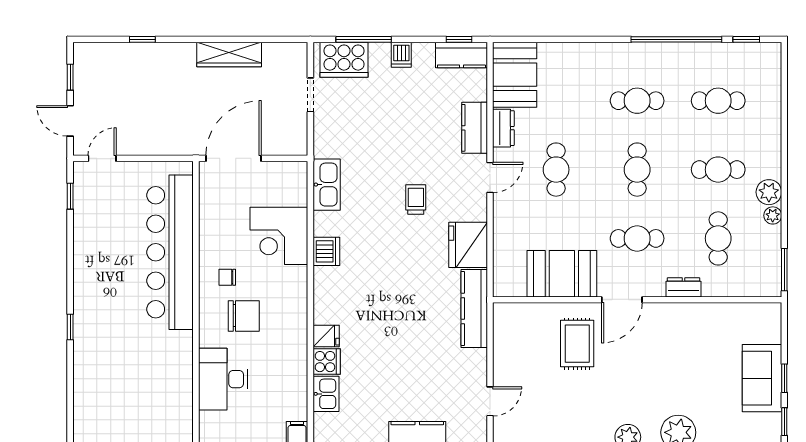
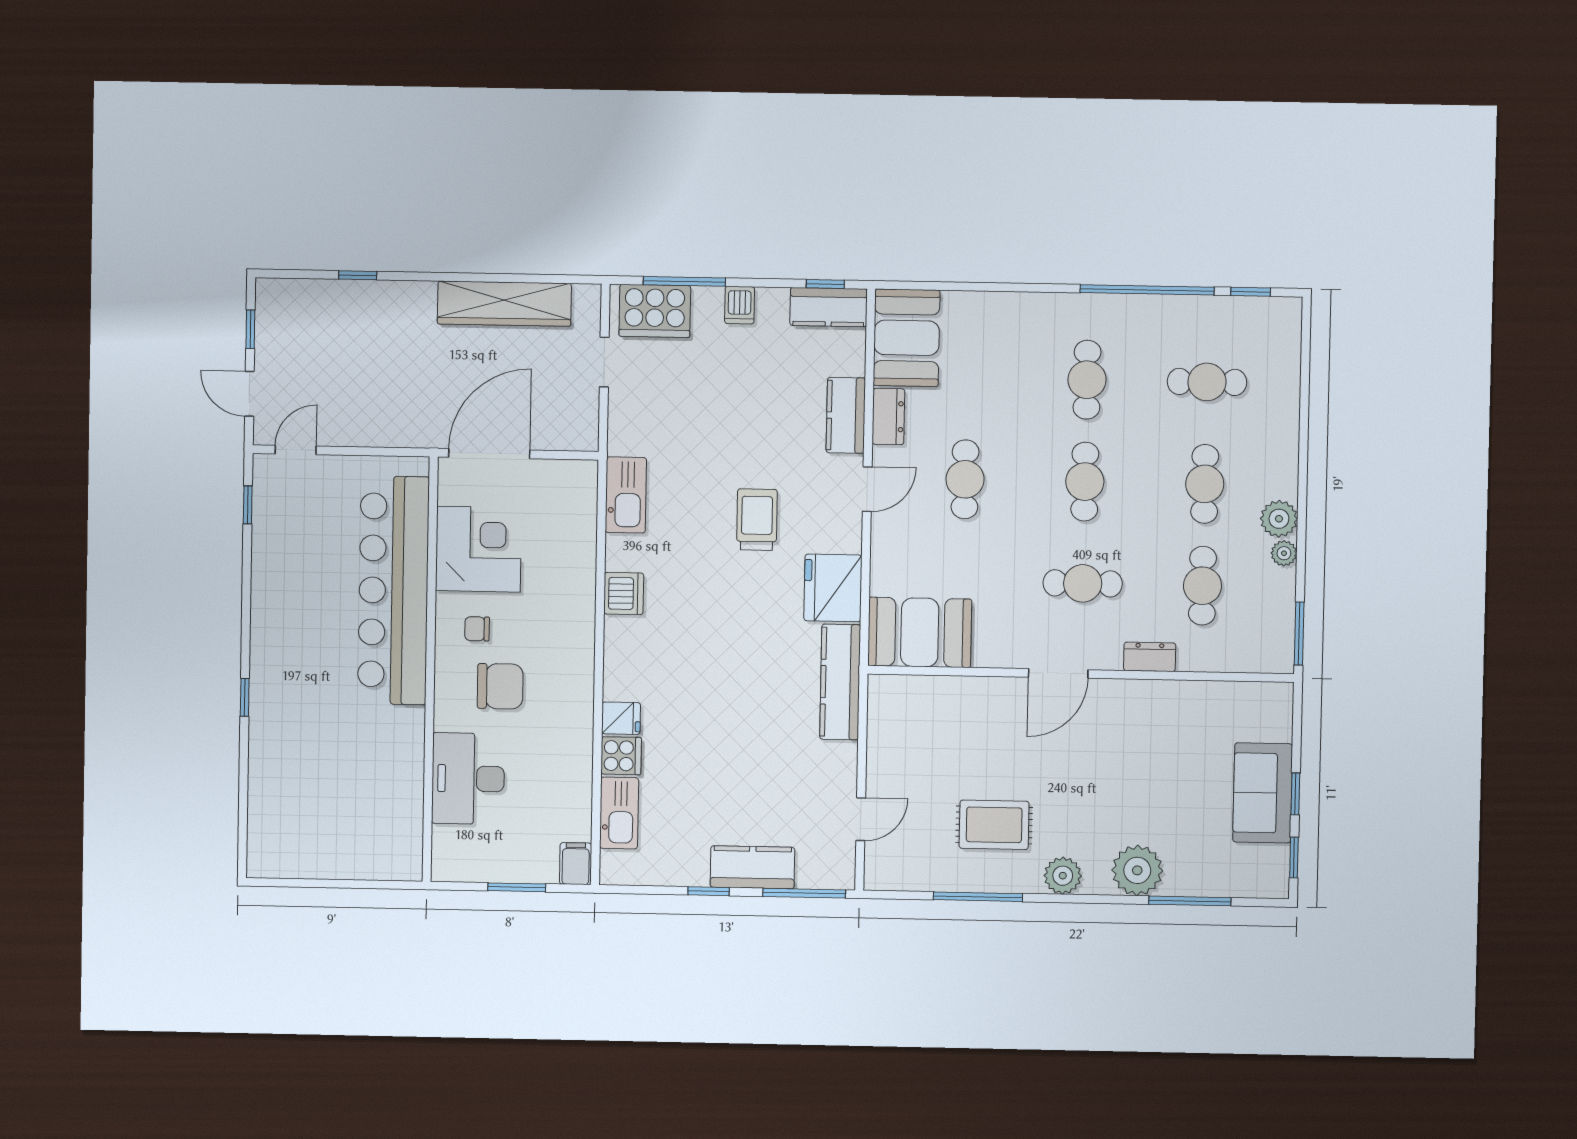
wardrobe: (229, 54) -> (504, 304), width x1.40, depth x1.17
cafe table: (637, 101) -> (1087, 380), turned 90
cafe table: (718, 170) -> (1205, 484), turned 90
trolley: (416, 200) -> (757, 520), width x1.36, depth x1.39
corner desk: (279, 236) -> (478, 549), moved, turned 180
booth: (562, 274) -> (920, 632), moved
rug: (577, 344) -> (994, 825), moved, turned 90
kitchen sink: (326, 394) -> (619, 813), width x1.38

